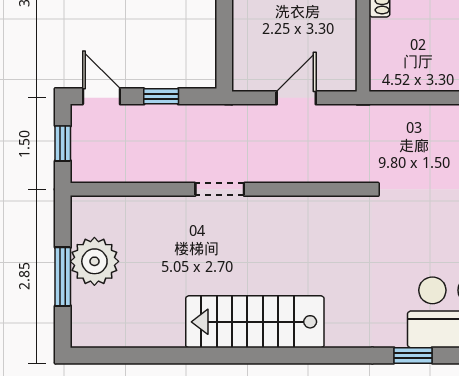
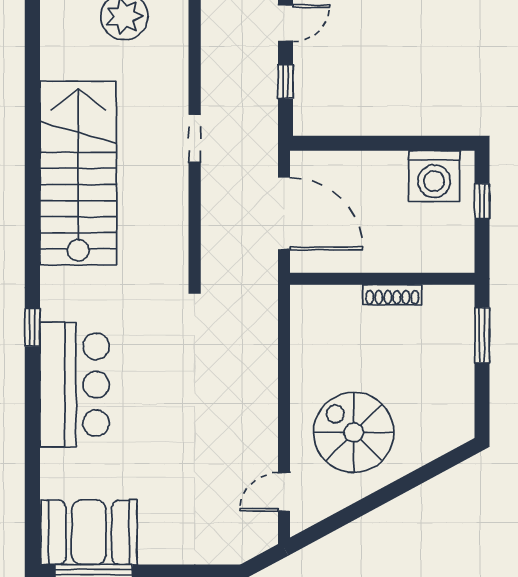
door: (296, 98) -> (284, 213), width x1.88
stairs: (255, 322) -> (78, 173), width x1.36, depth x1.51

